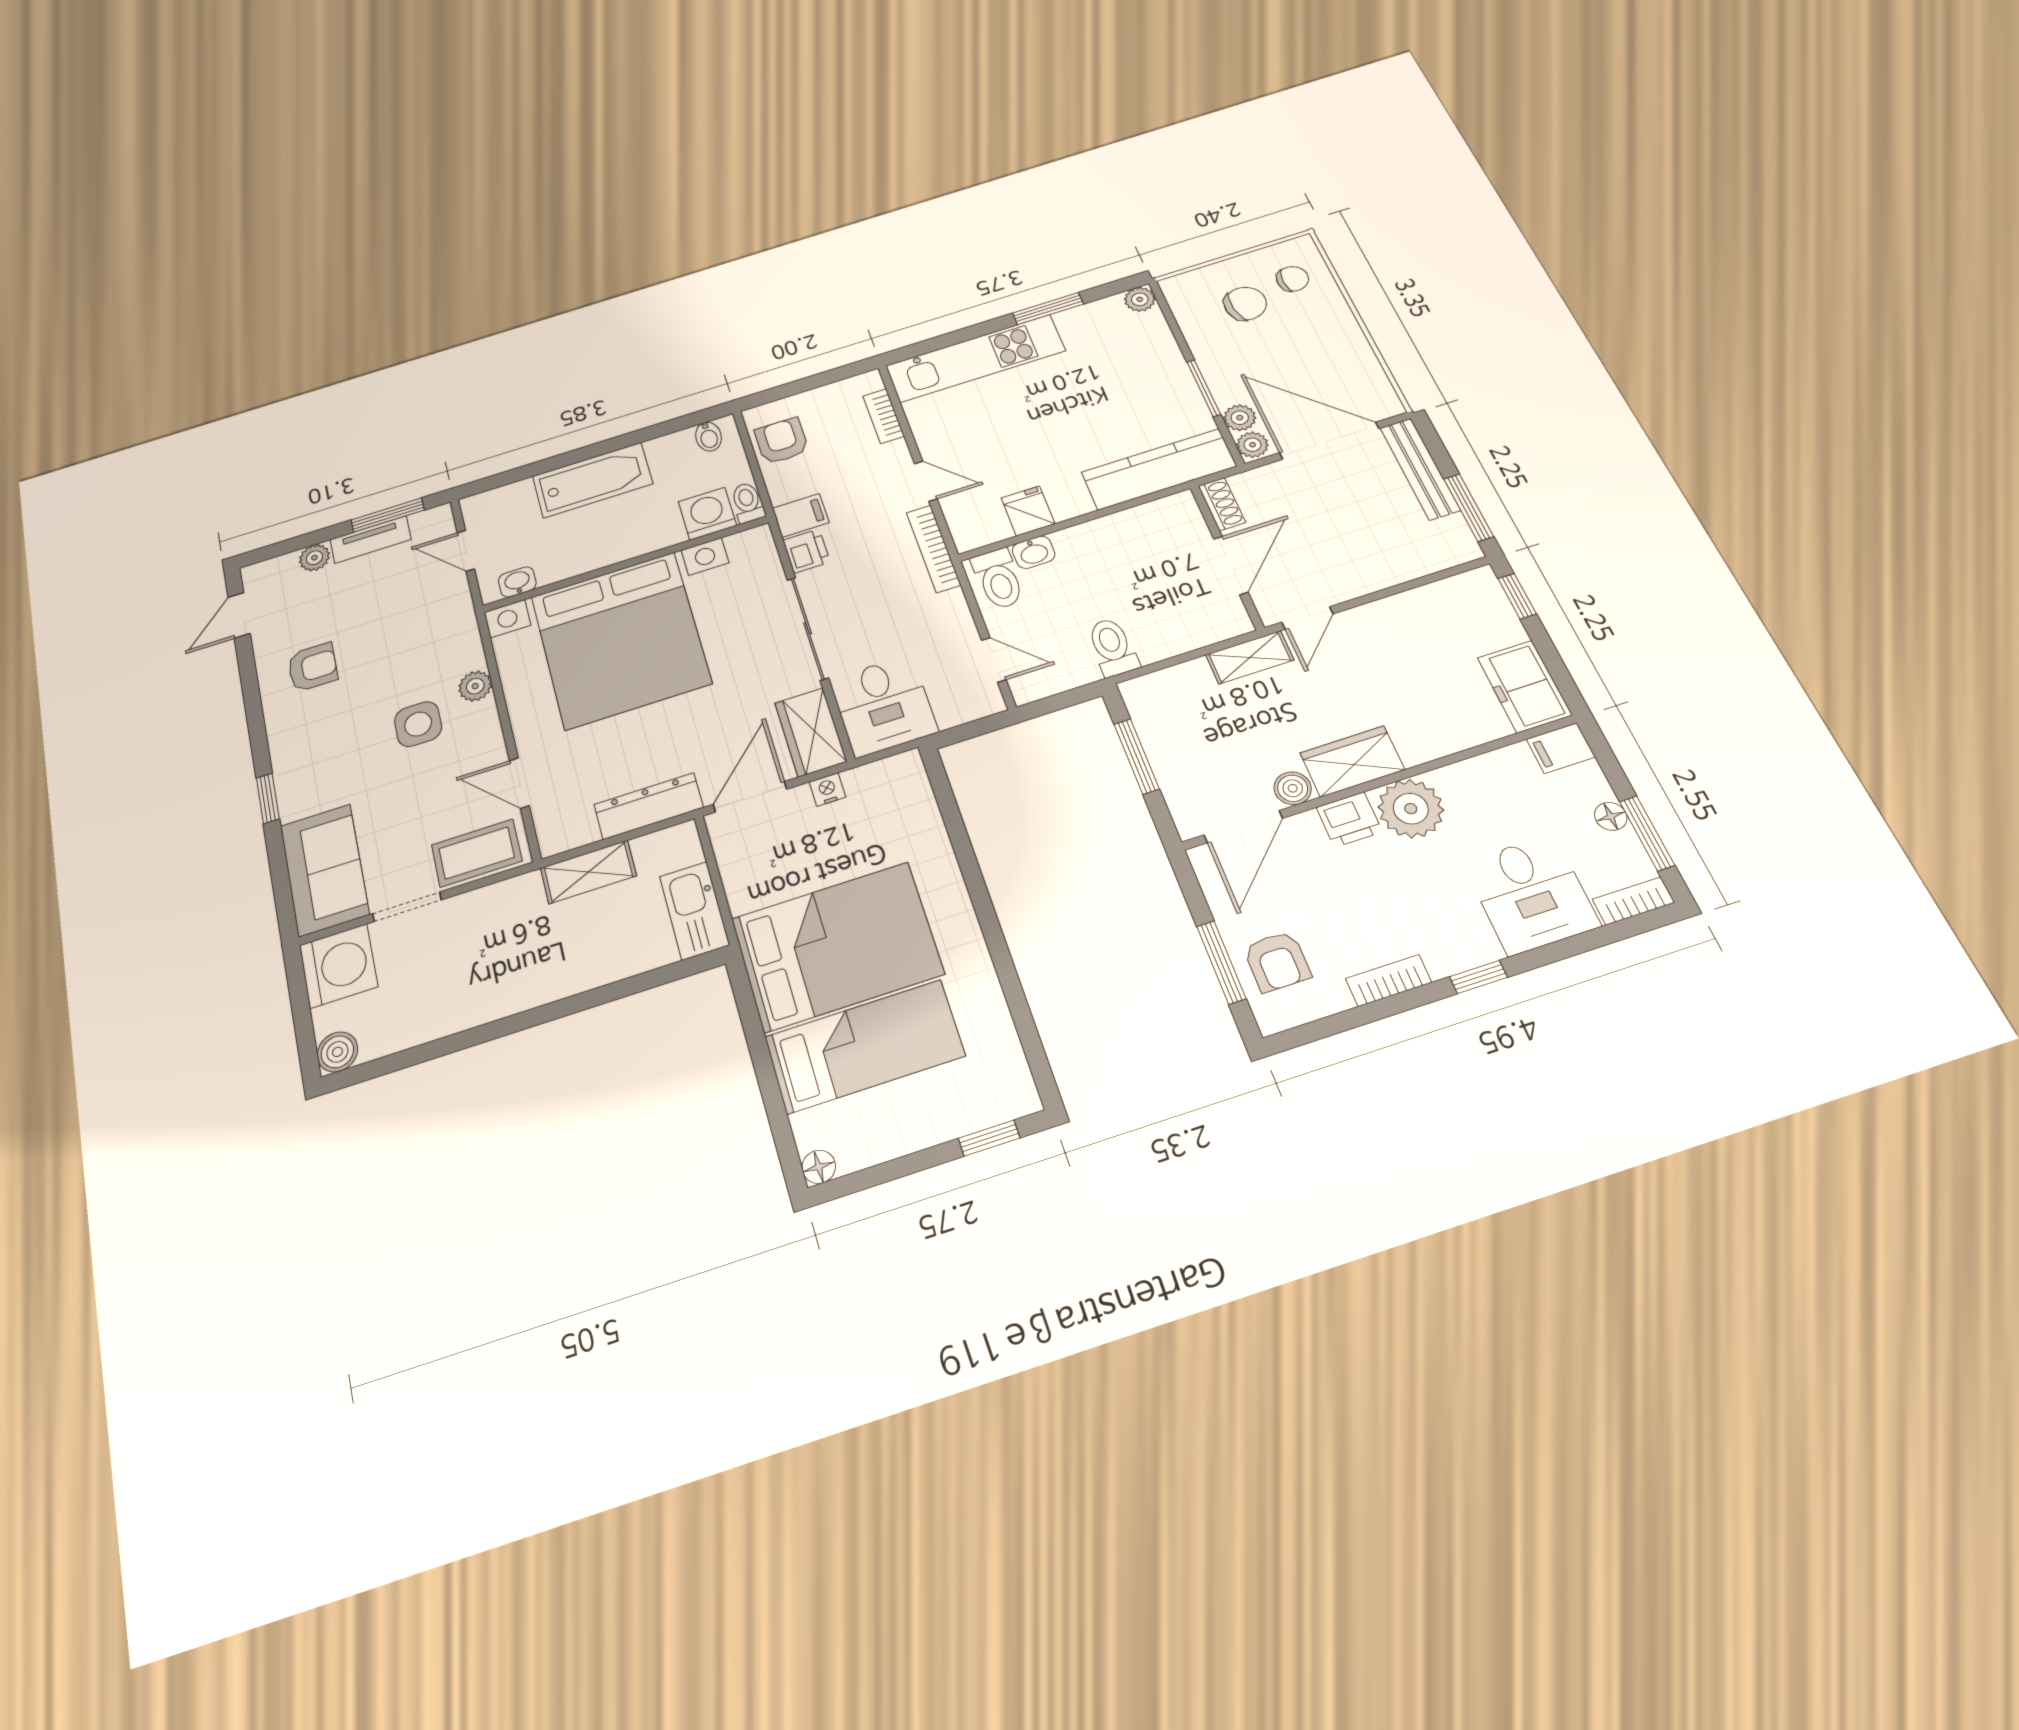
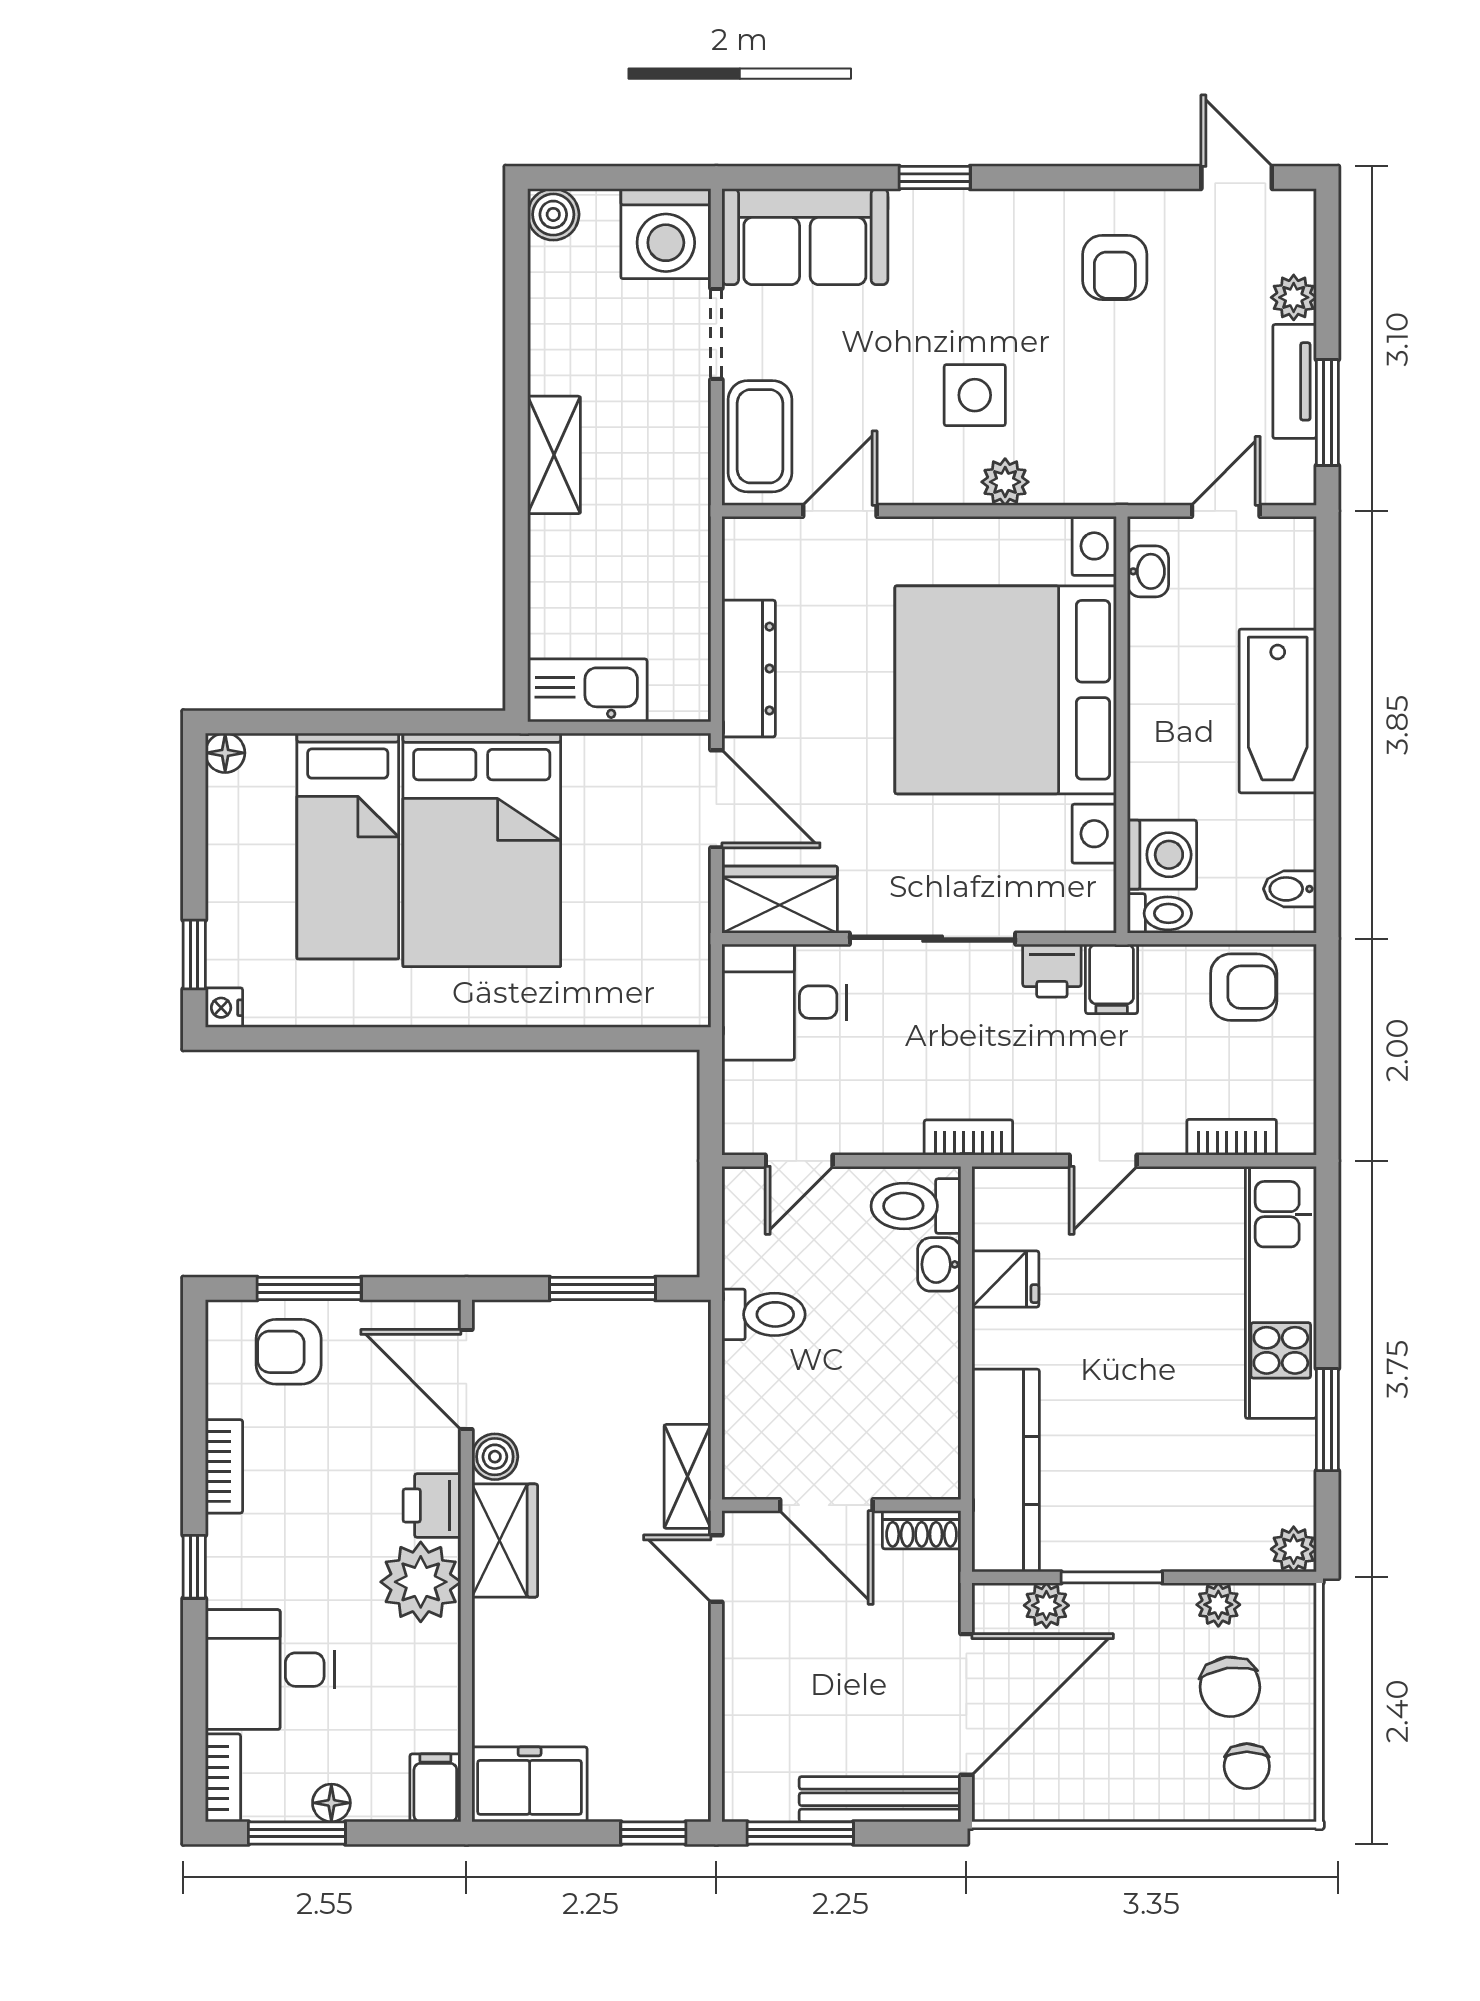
plant: (1252, 445) -> (1218, 1605), moved
bookcase: (933, 549) -> (968, 1138), width x0.64
nightstand: (827, 790) -> (224, 1008), moved, turned 180
shelving: (588, 872) -> (554, 455), moved

